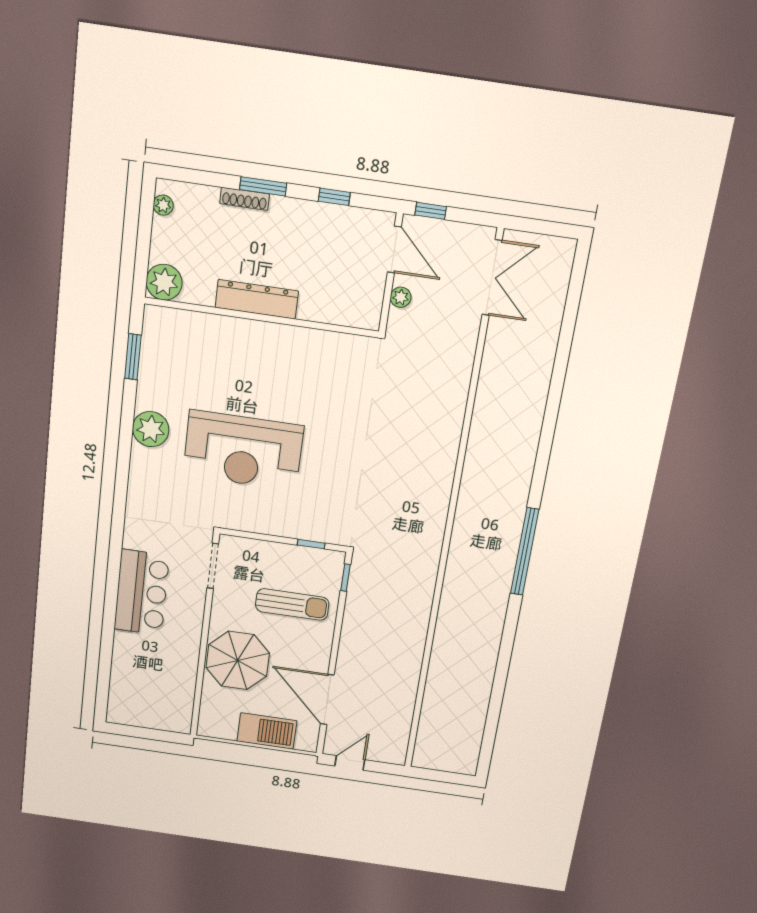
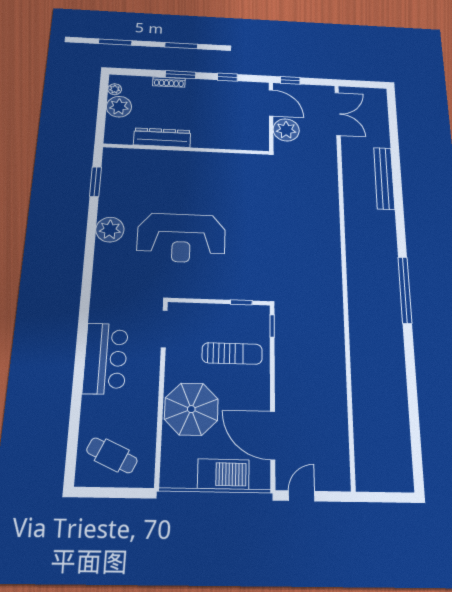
plant: (164, 282) -> (119, 107), moved
plant: (401, 297) -> (286, 130), width x1.87, depth x1.87
dresser: (257, 299) -> (162, 138), moved
bench: (537, 391) -> (384, 178), added
cafe table: (146, 697) -> (112, 455), added

